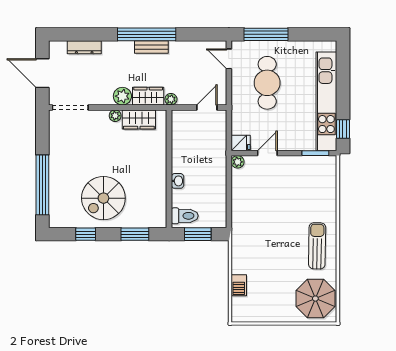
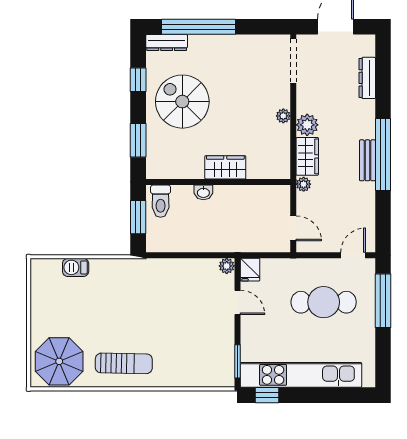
wardrobe: (139, 119) -> (225, 167), moved, turned 90
dresser: (55, 211) -> (167, 43), added

